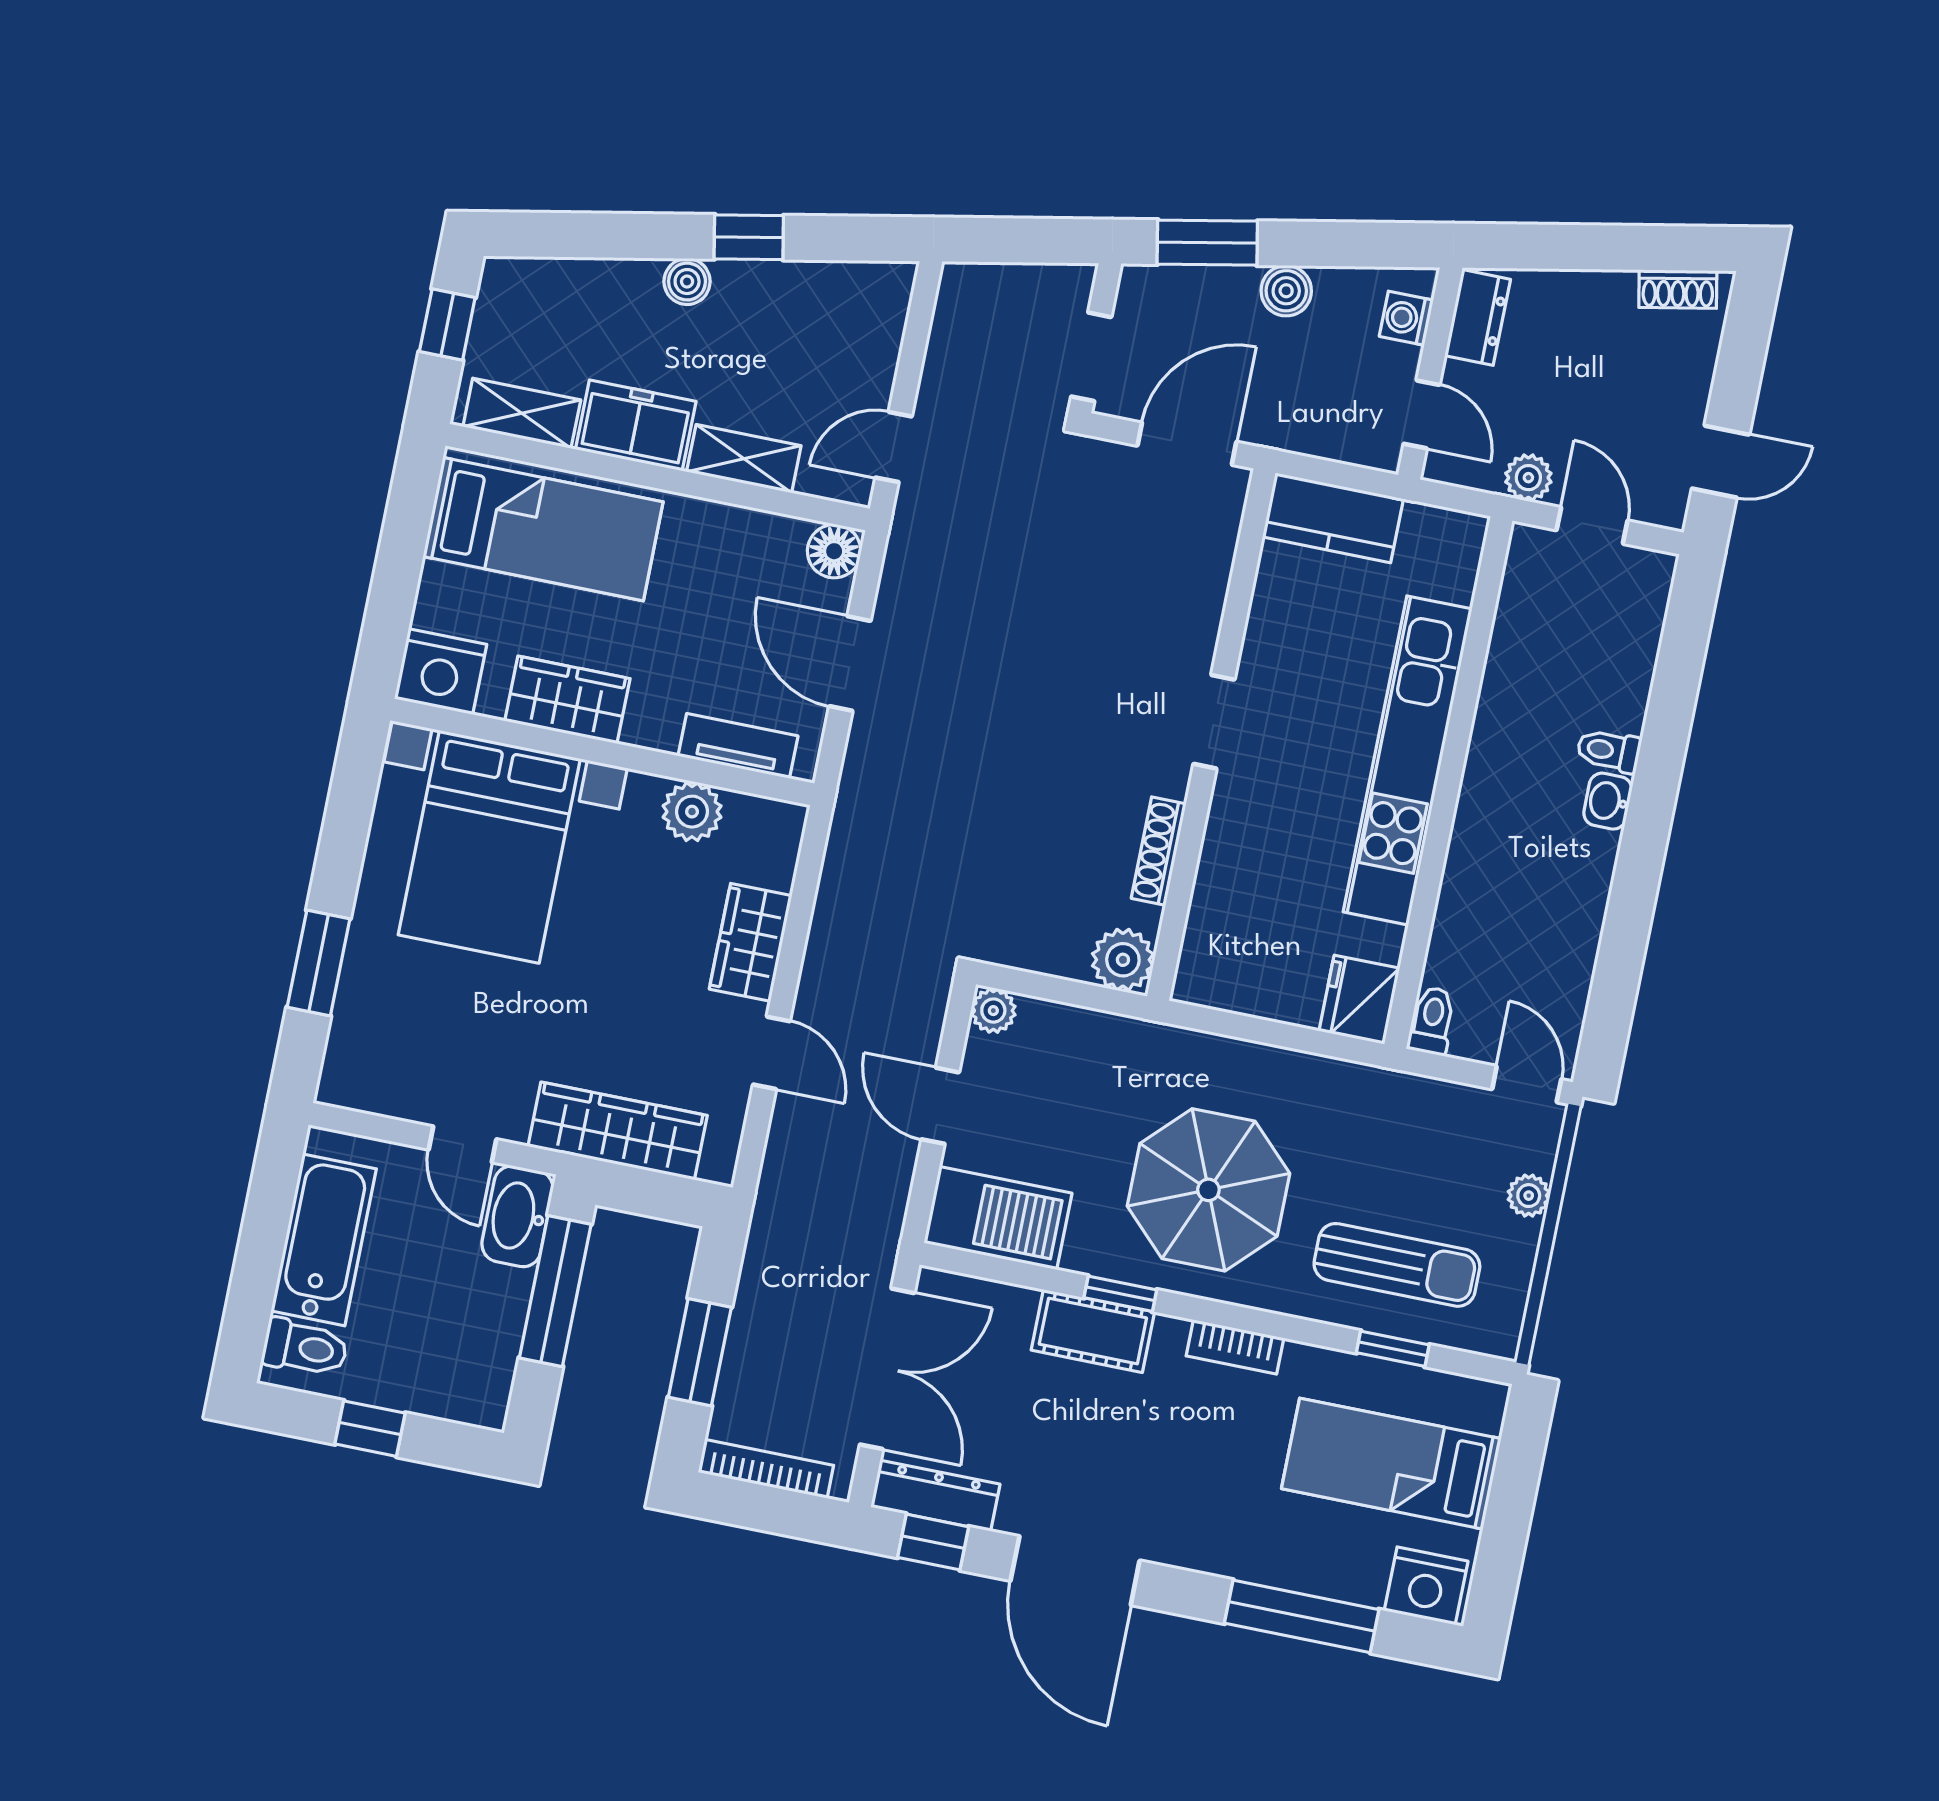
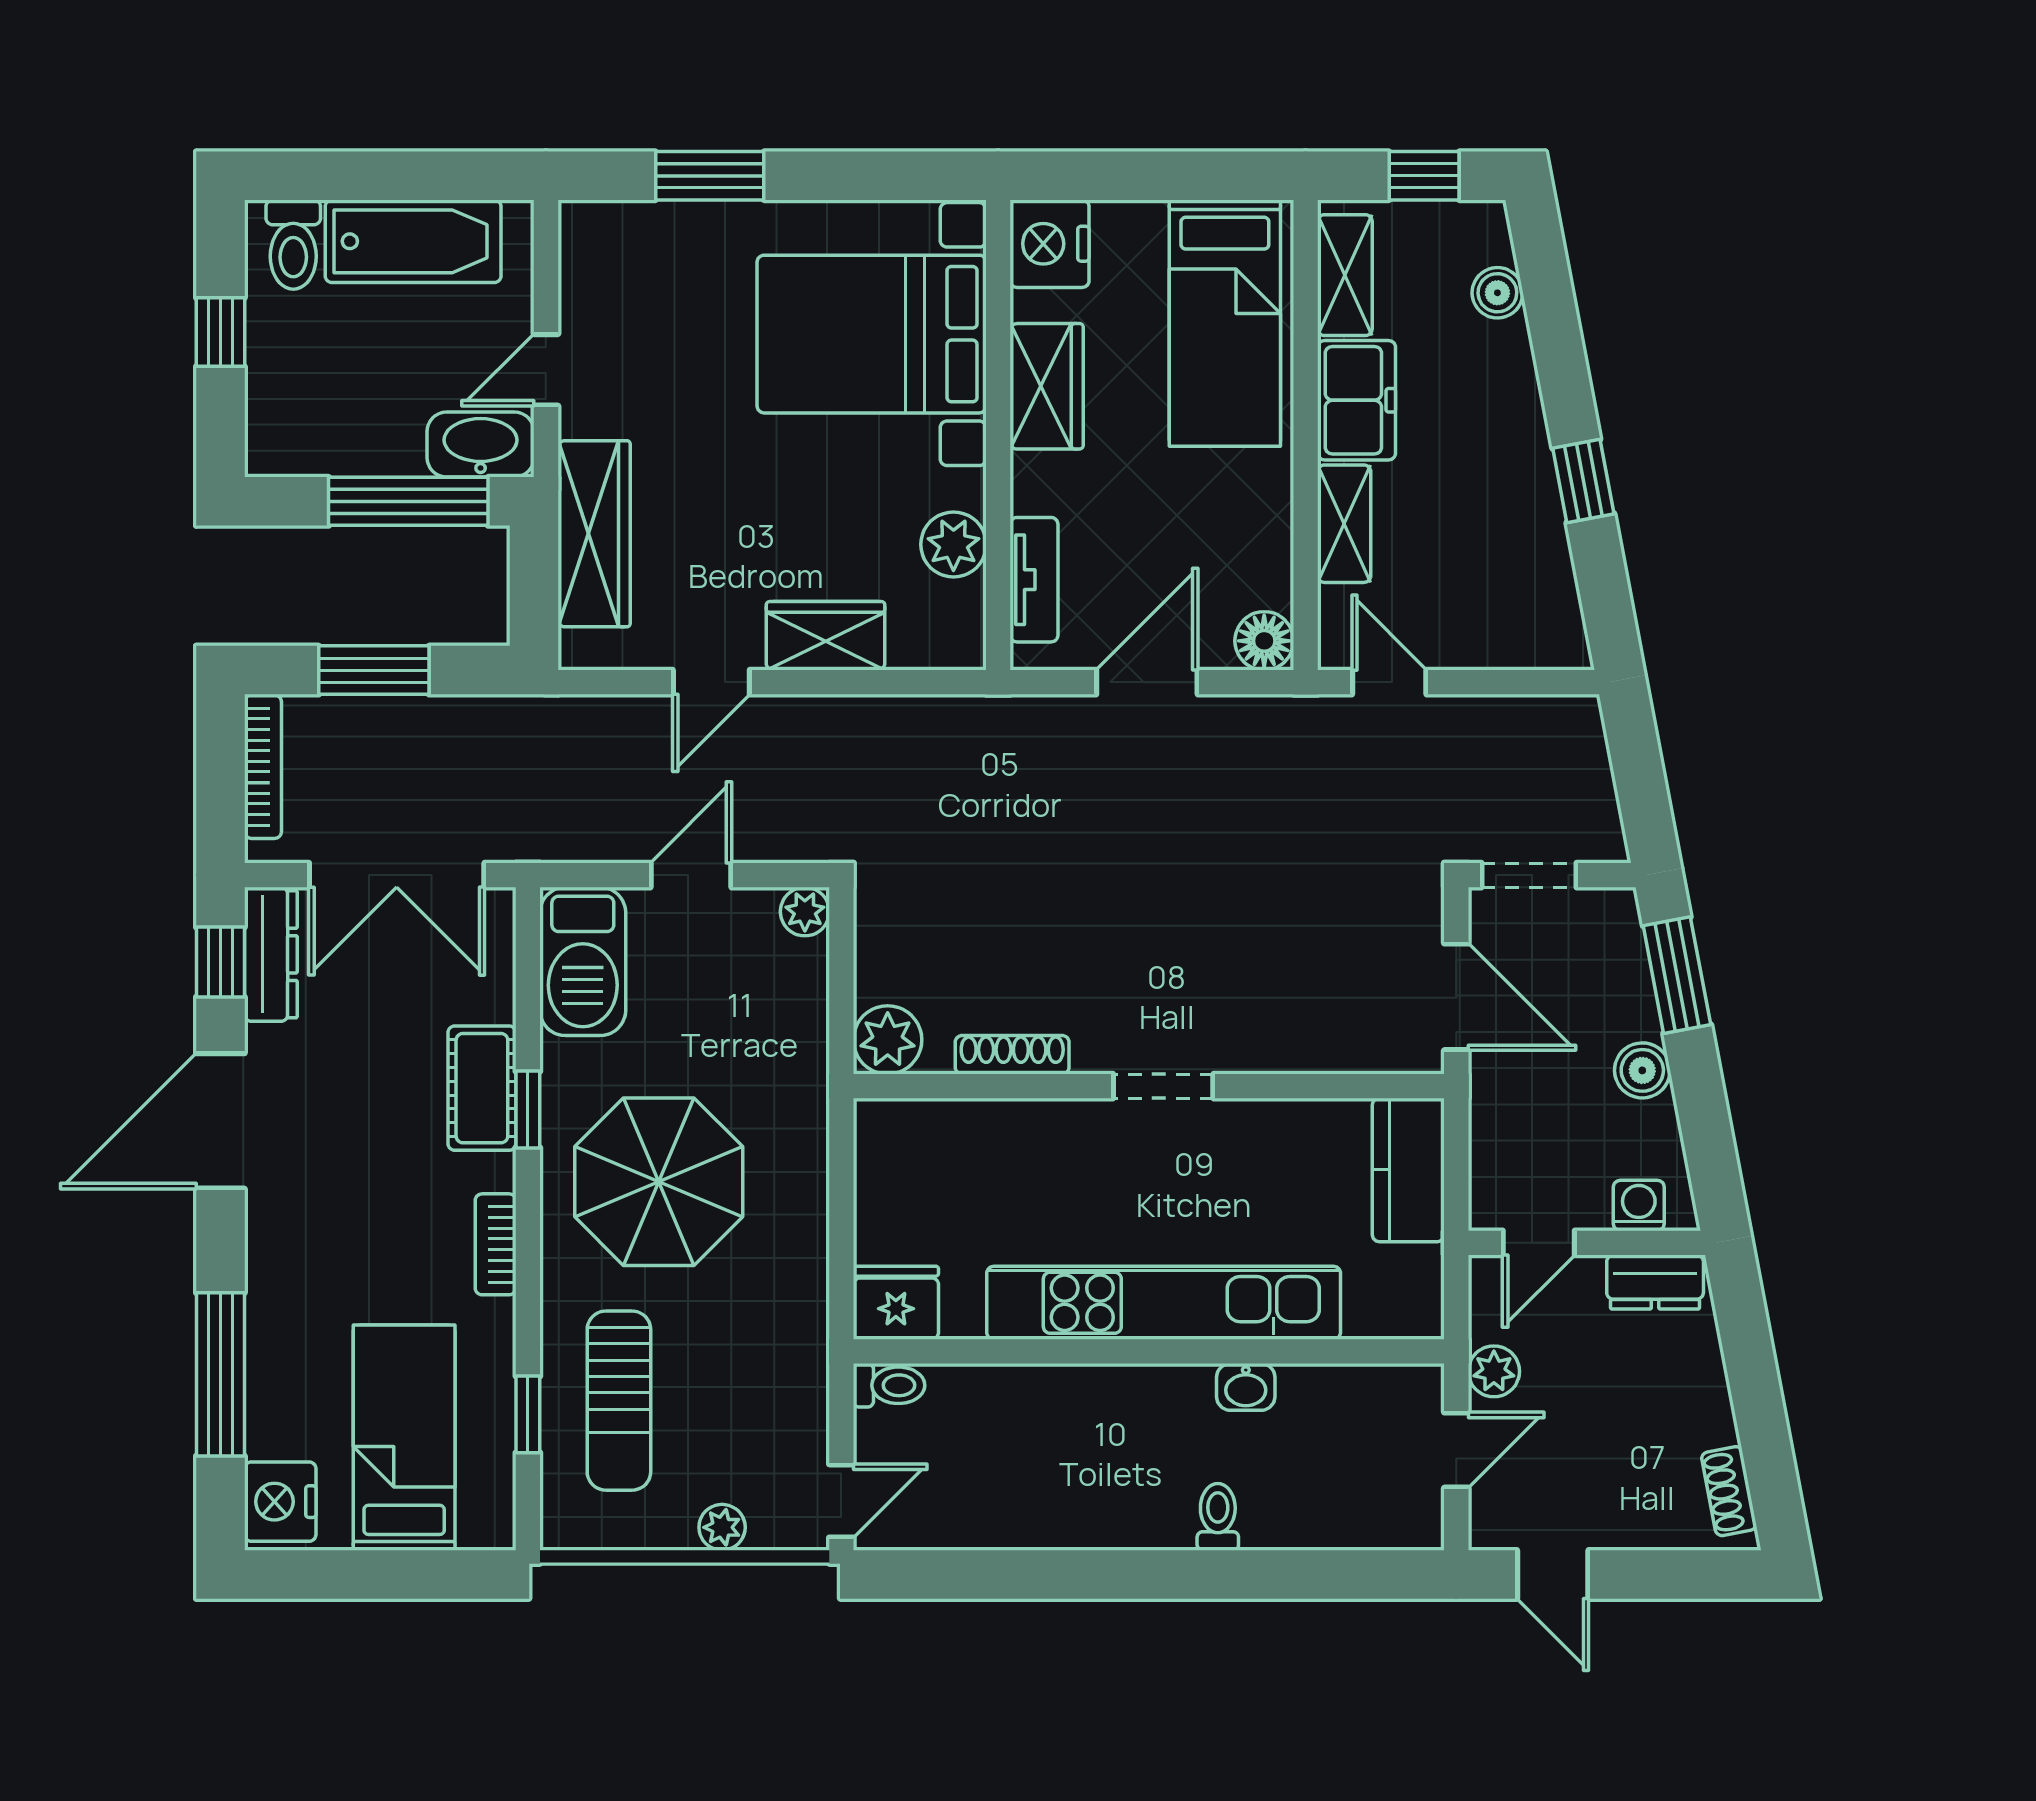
boiler: (687, 282) -> (1497, 293), moved
washbasin: (1608, 801) -> (1246, 1387), moved, turned 180

